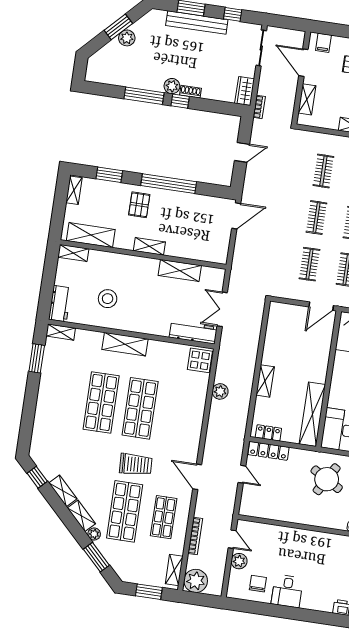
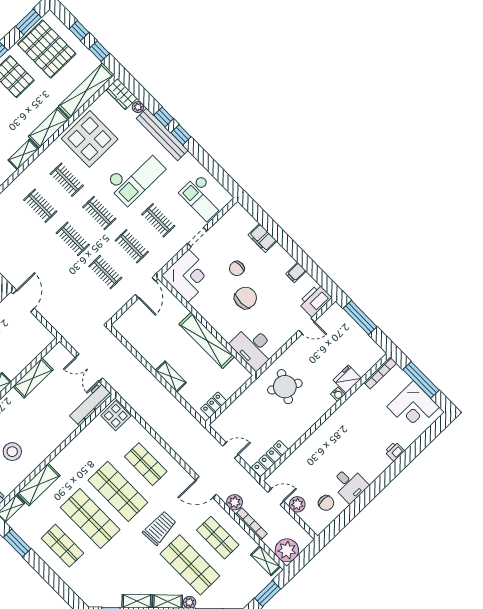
shelving: (125, 344) -> (39, 485), moved
plant: (220, 391) -> (235, 502), moved
shop shelf: (62, 397) -> (62, 546), added
shop shelf: (179, 414) -> (146, 464), added
shelving: (312, 414) -> (207, 340), moved
locker: (268, 451) -> (270, 458), moved, turned 180
chair: (258, 584) -> (326, 503), turned 180

